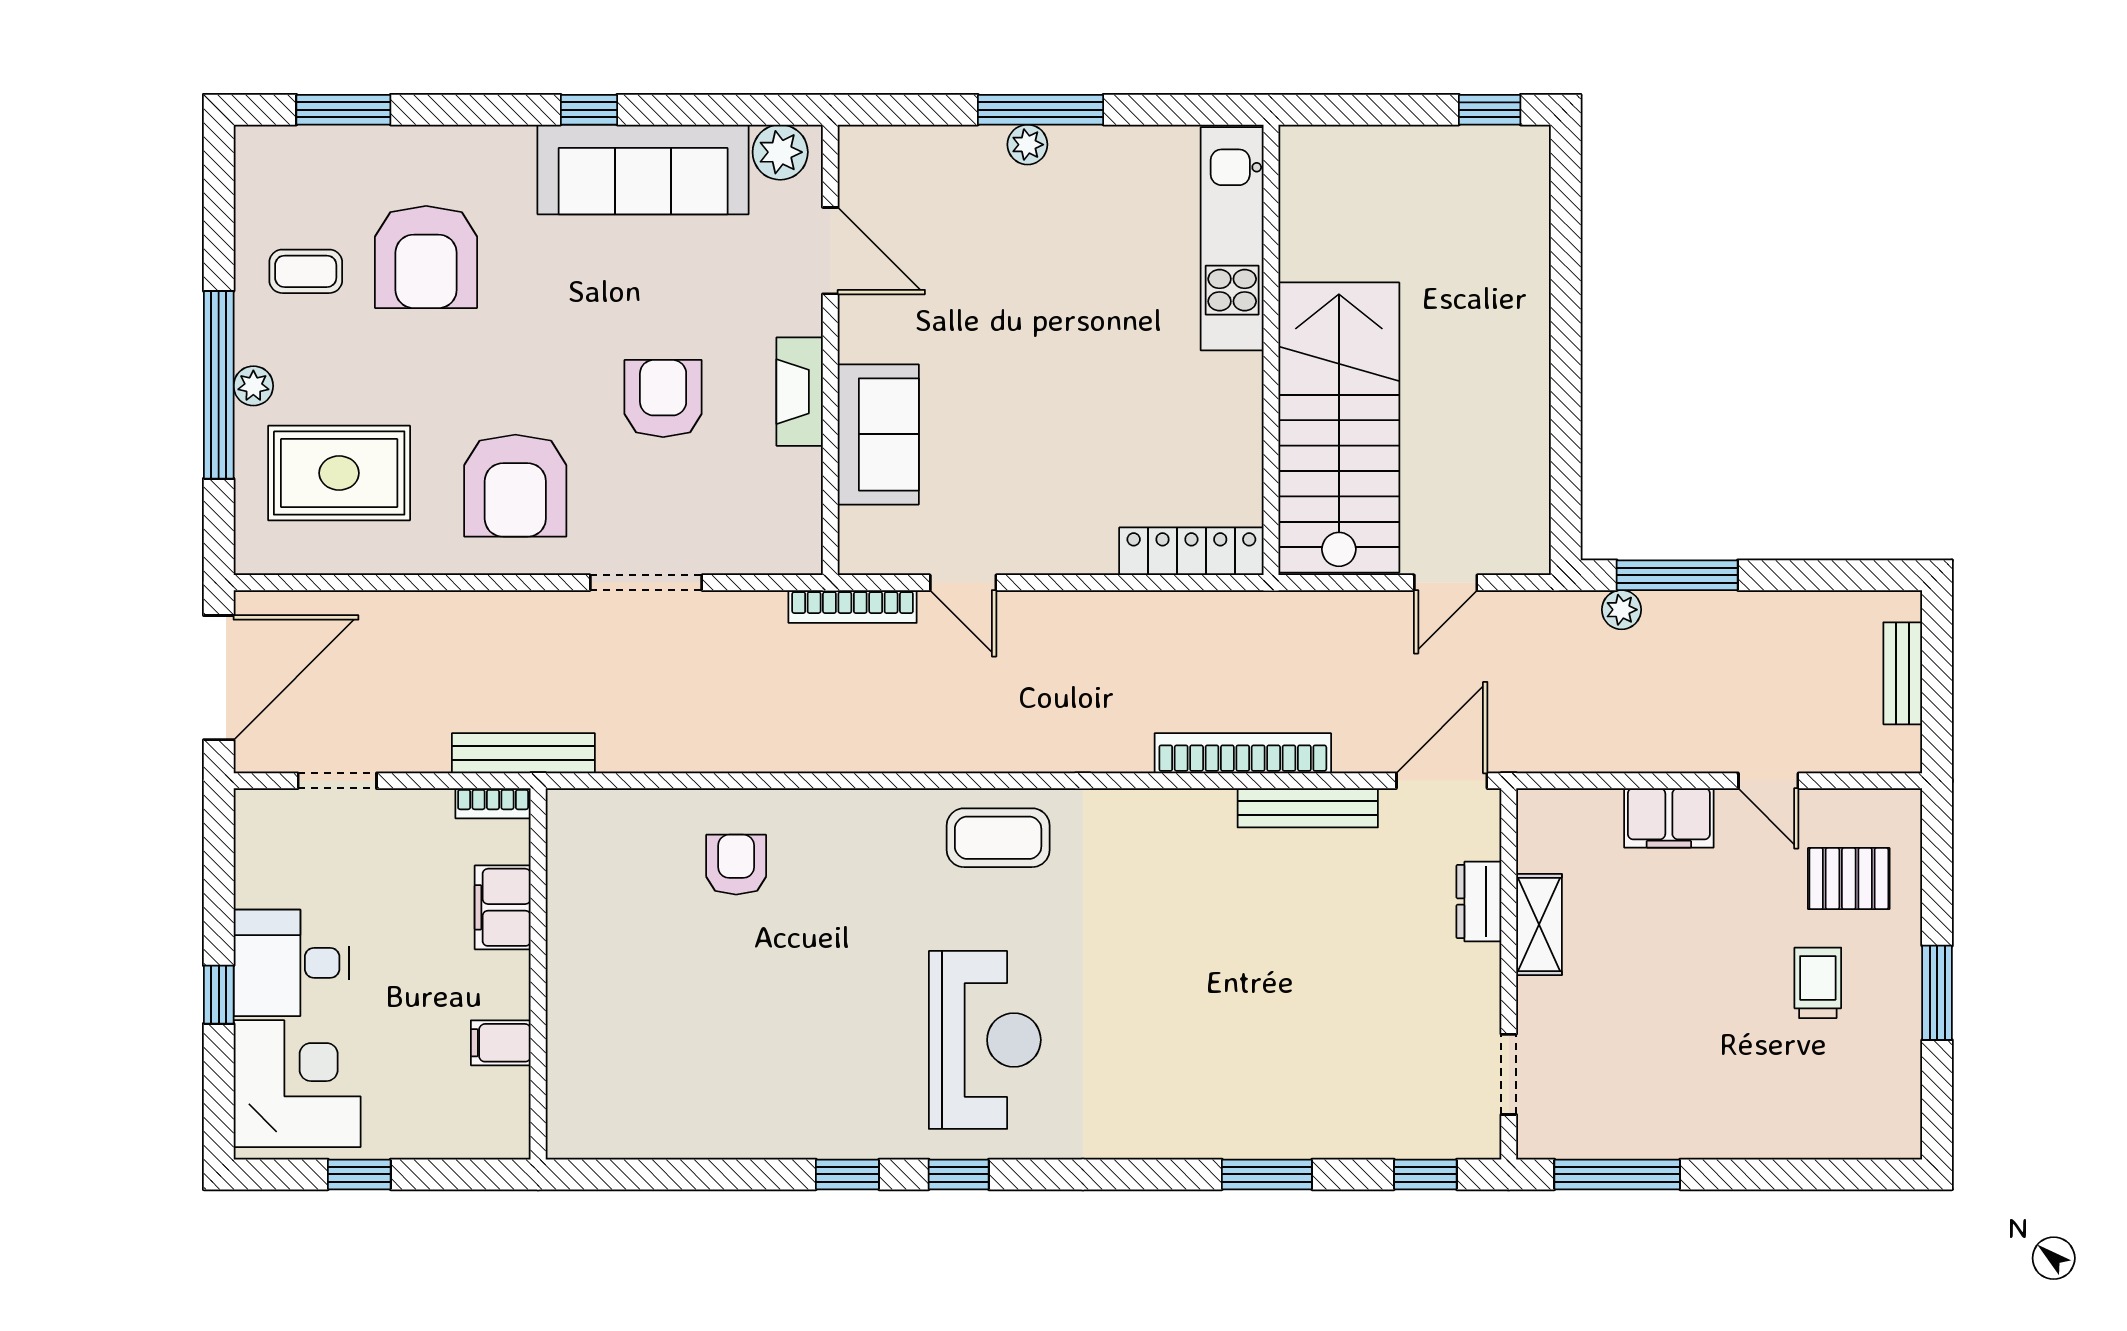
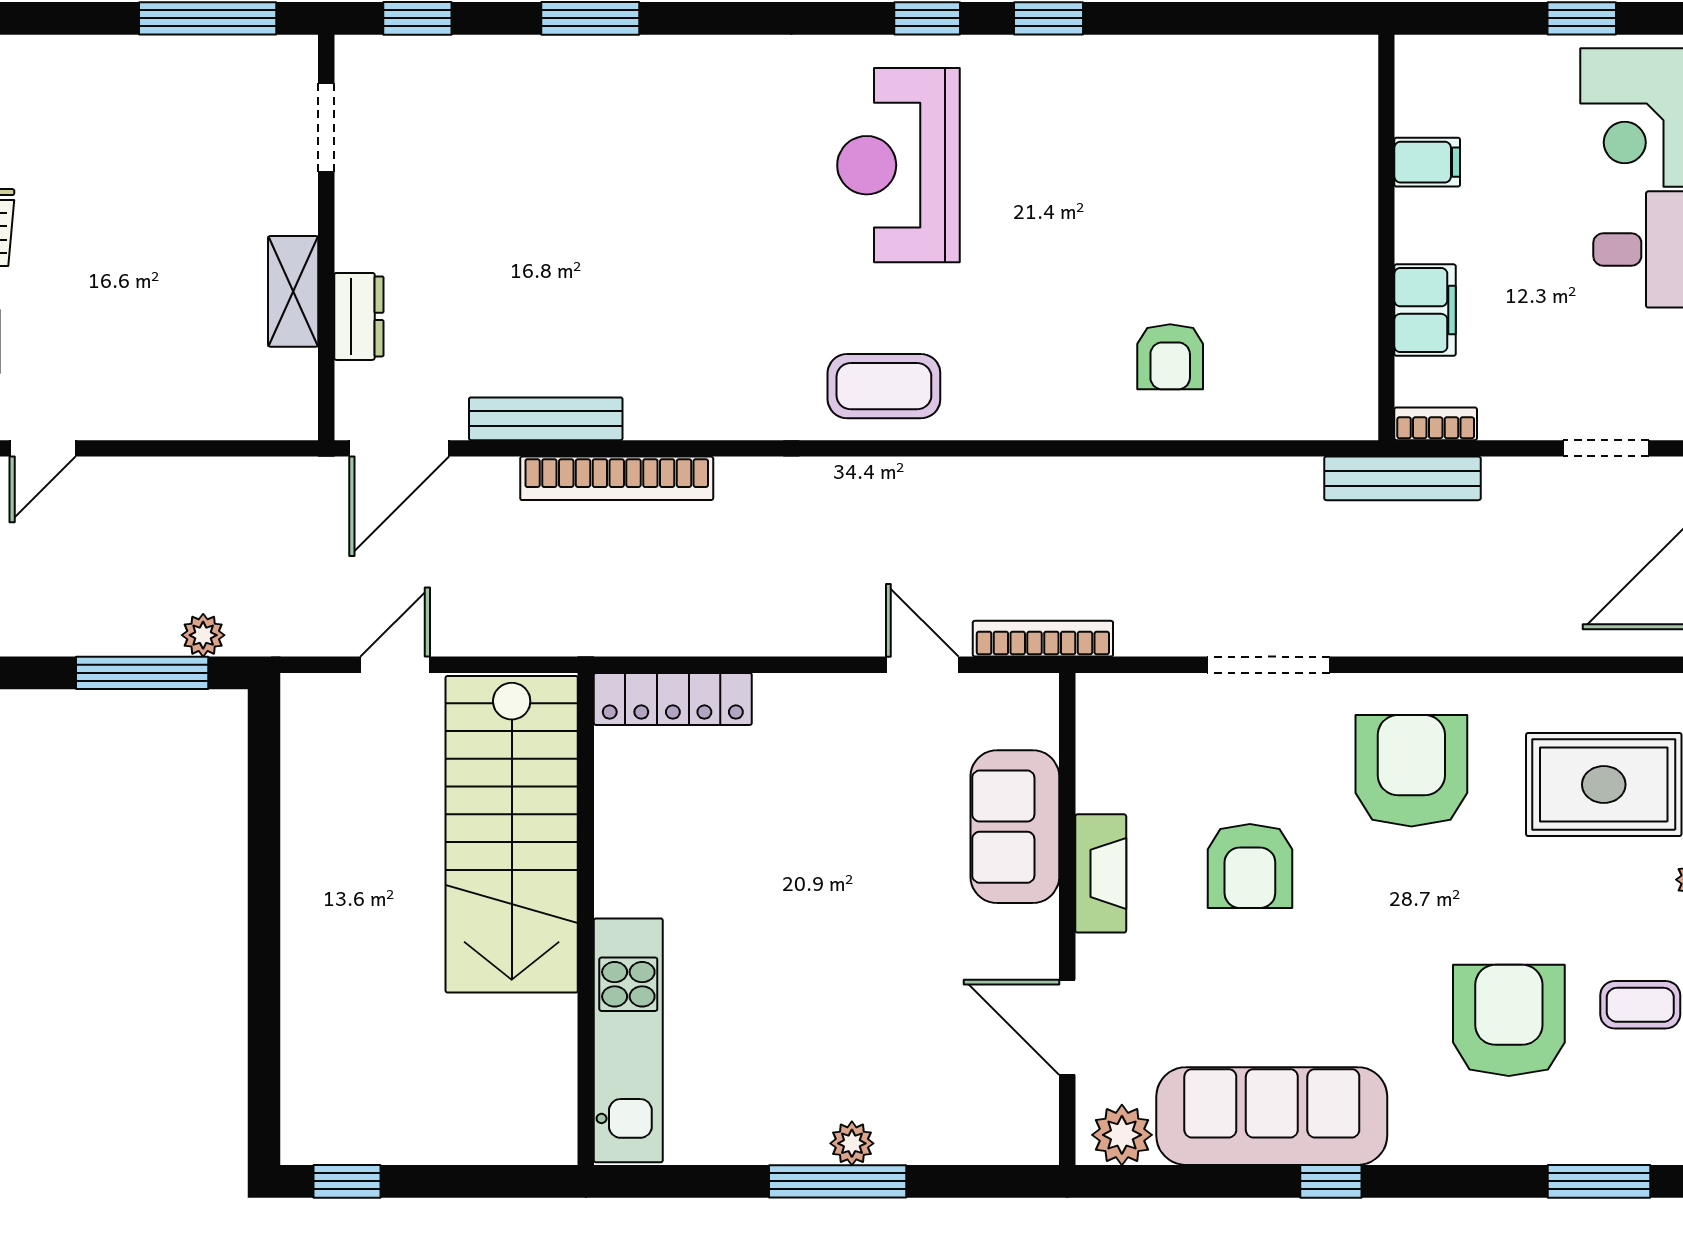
door: (1768, 781) -> (43, 448), swing flipped
filing cabinet: (1669, 818) -> (151, 408), removed

